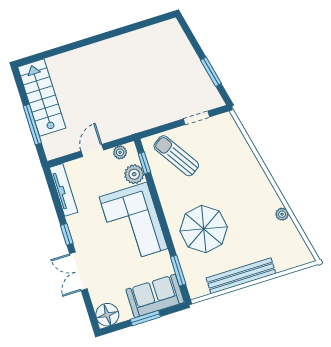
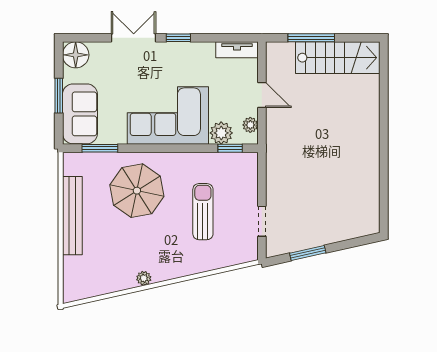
sun lounger: (176, 156) -> (203, 212), moved, turned -57
tv unit: (64, 190) -> (237, 50), width x0.71
plant: (282, 214) -> (144, 278), moved

